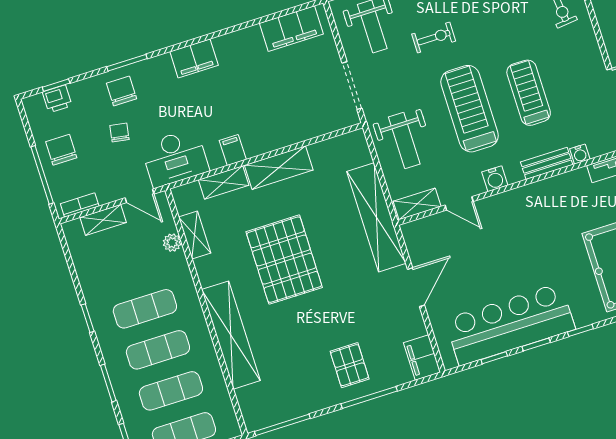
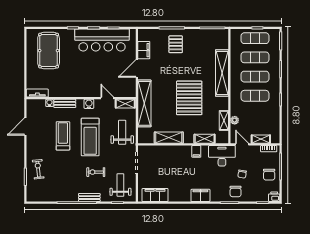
treadmill: (529, 93) -> (63, 136), turned 180
printer: (57, 99) -> (274, 197), moved
shelving: (279, 168) -> (169, 138), moved
filing cabinet: (422, 357) -> (144, 50), moved

